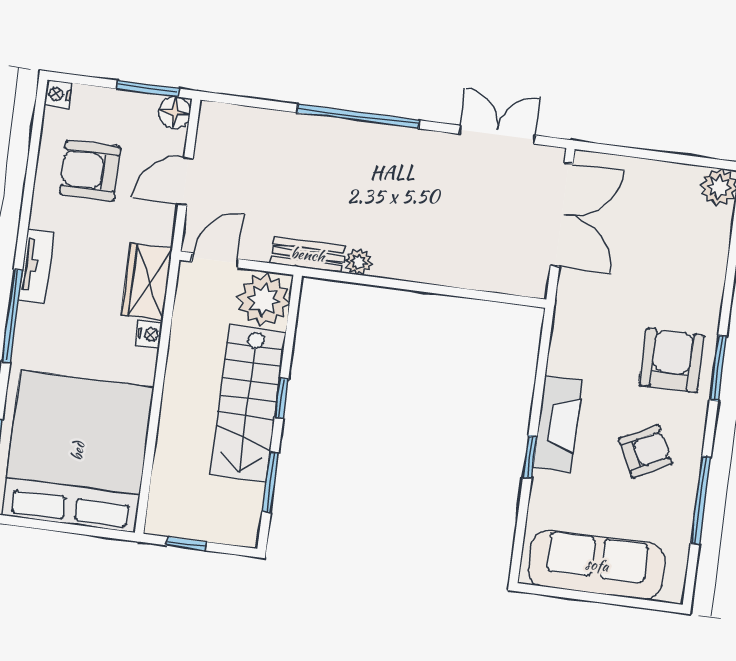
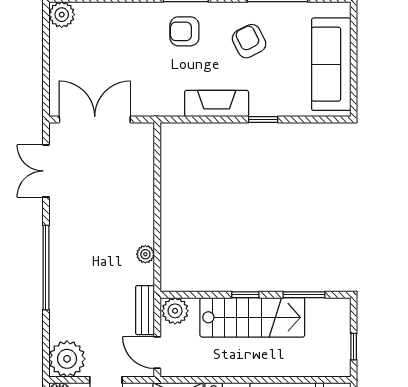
plant: (223, 129) -> (67, 359), added
bench: (308, 255) -> (145, 310), moved
plant: (264, 300) -> (175, 311), width x0.73, depth x0.73
armchair: (672, 360) -> (184, 31), width x0.72, depth x0.72
fireplace: (558, 424) -> (217, 104), moved

